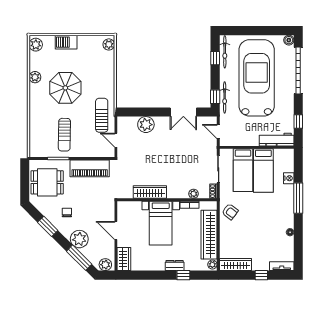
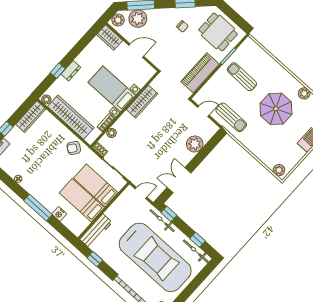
dining table: (47, 182) -> (218, 32), turned 90
plant: (79, 239) -> (138, 19), moved

